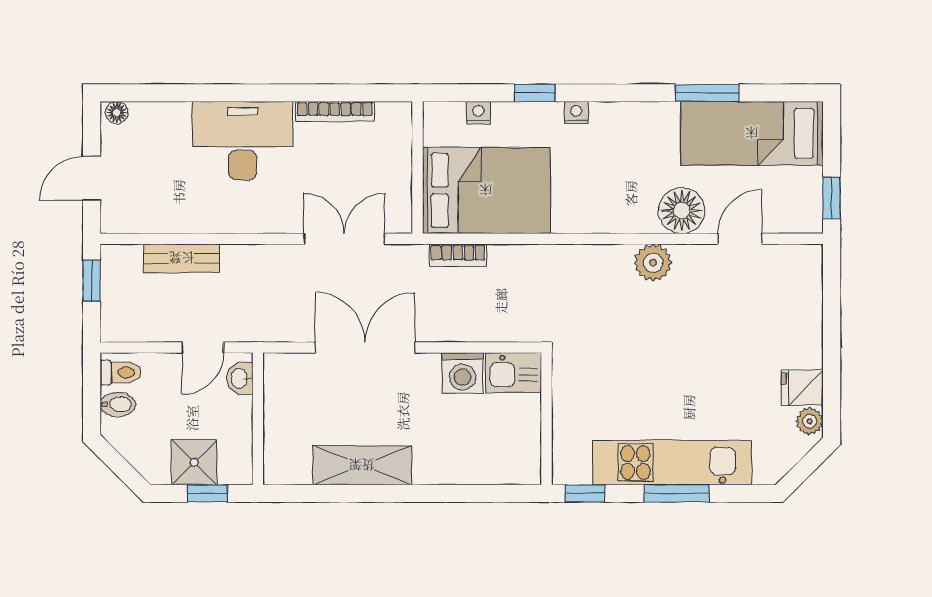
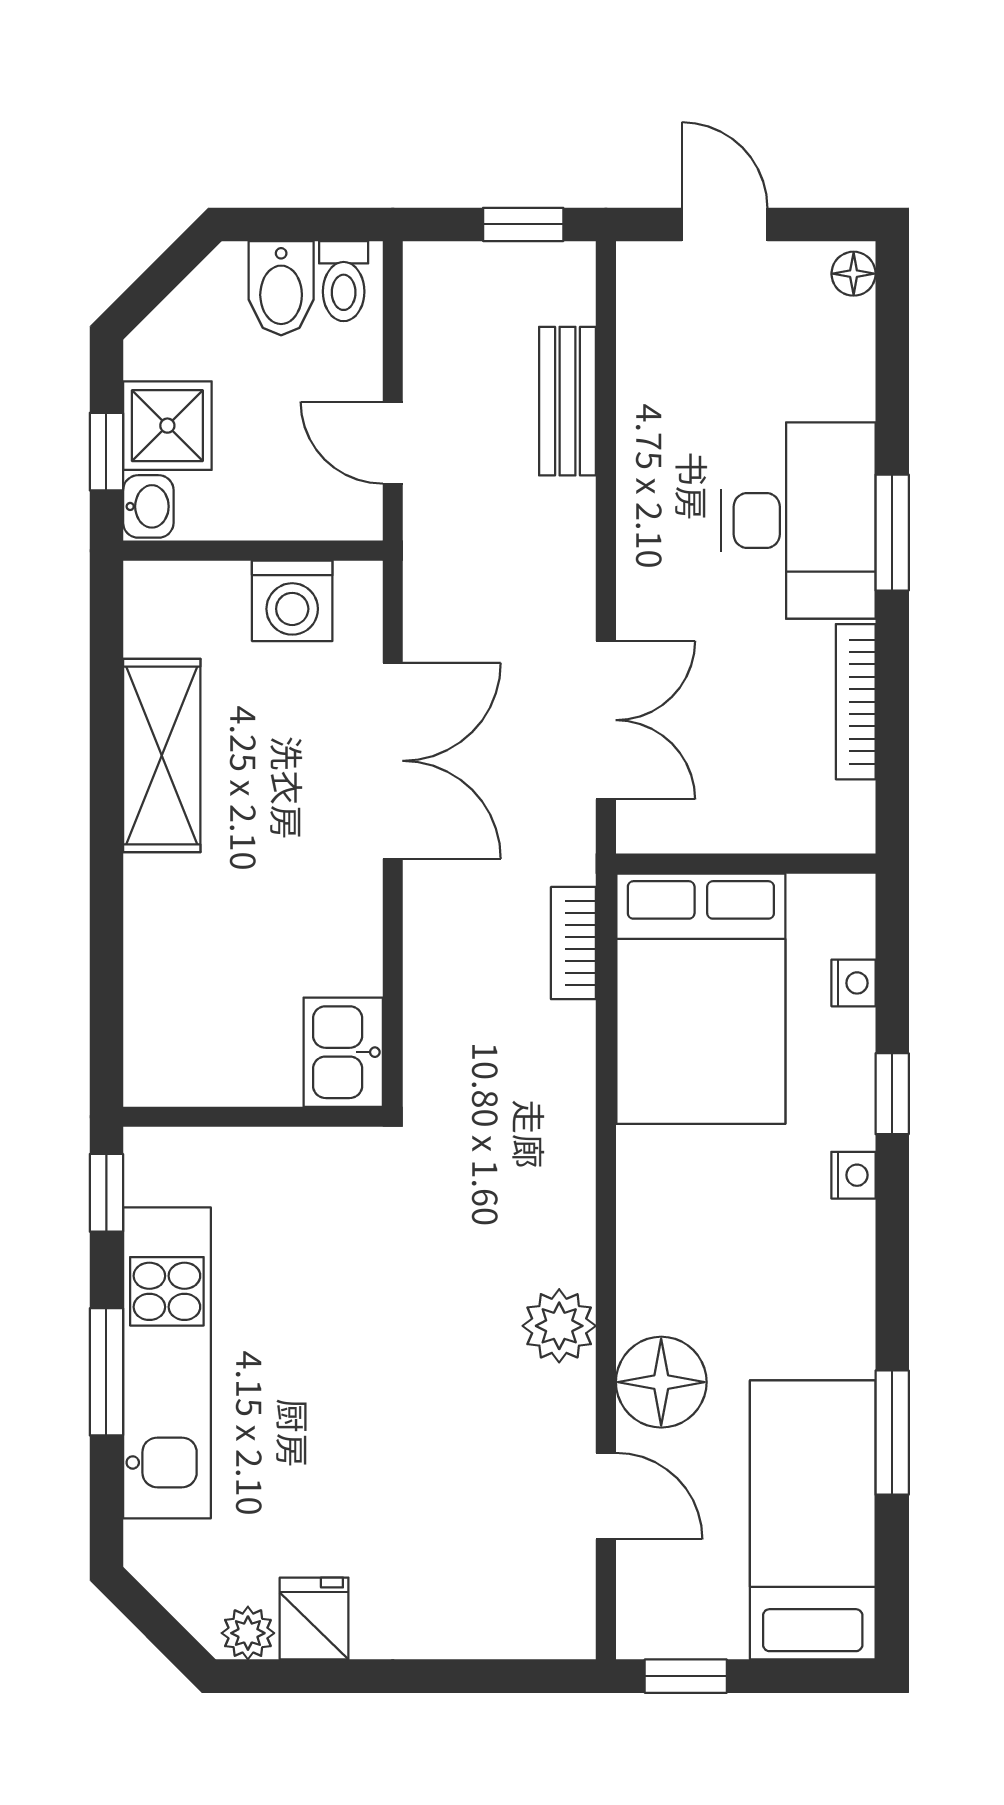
window: (249, 93) -> (892, 533), added
washing machine: (462, 373) -> (292, 601), moved, turned -90
washbasin: (240, 378) -> (148, 506), moved, turned 90
bidet: (118, 404) -> (281, 288), width x1.38, depth x1.36

